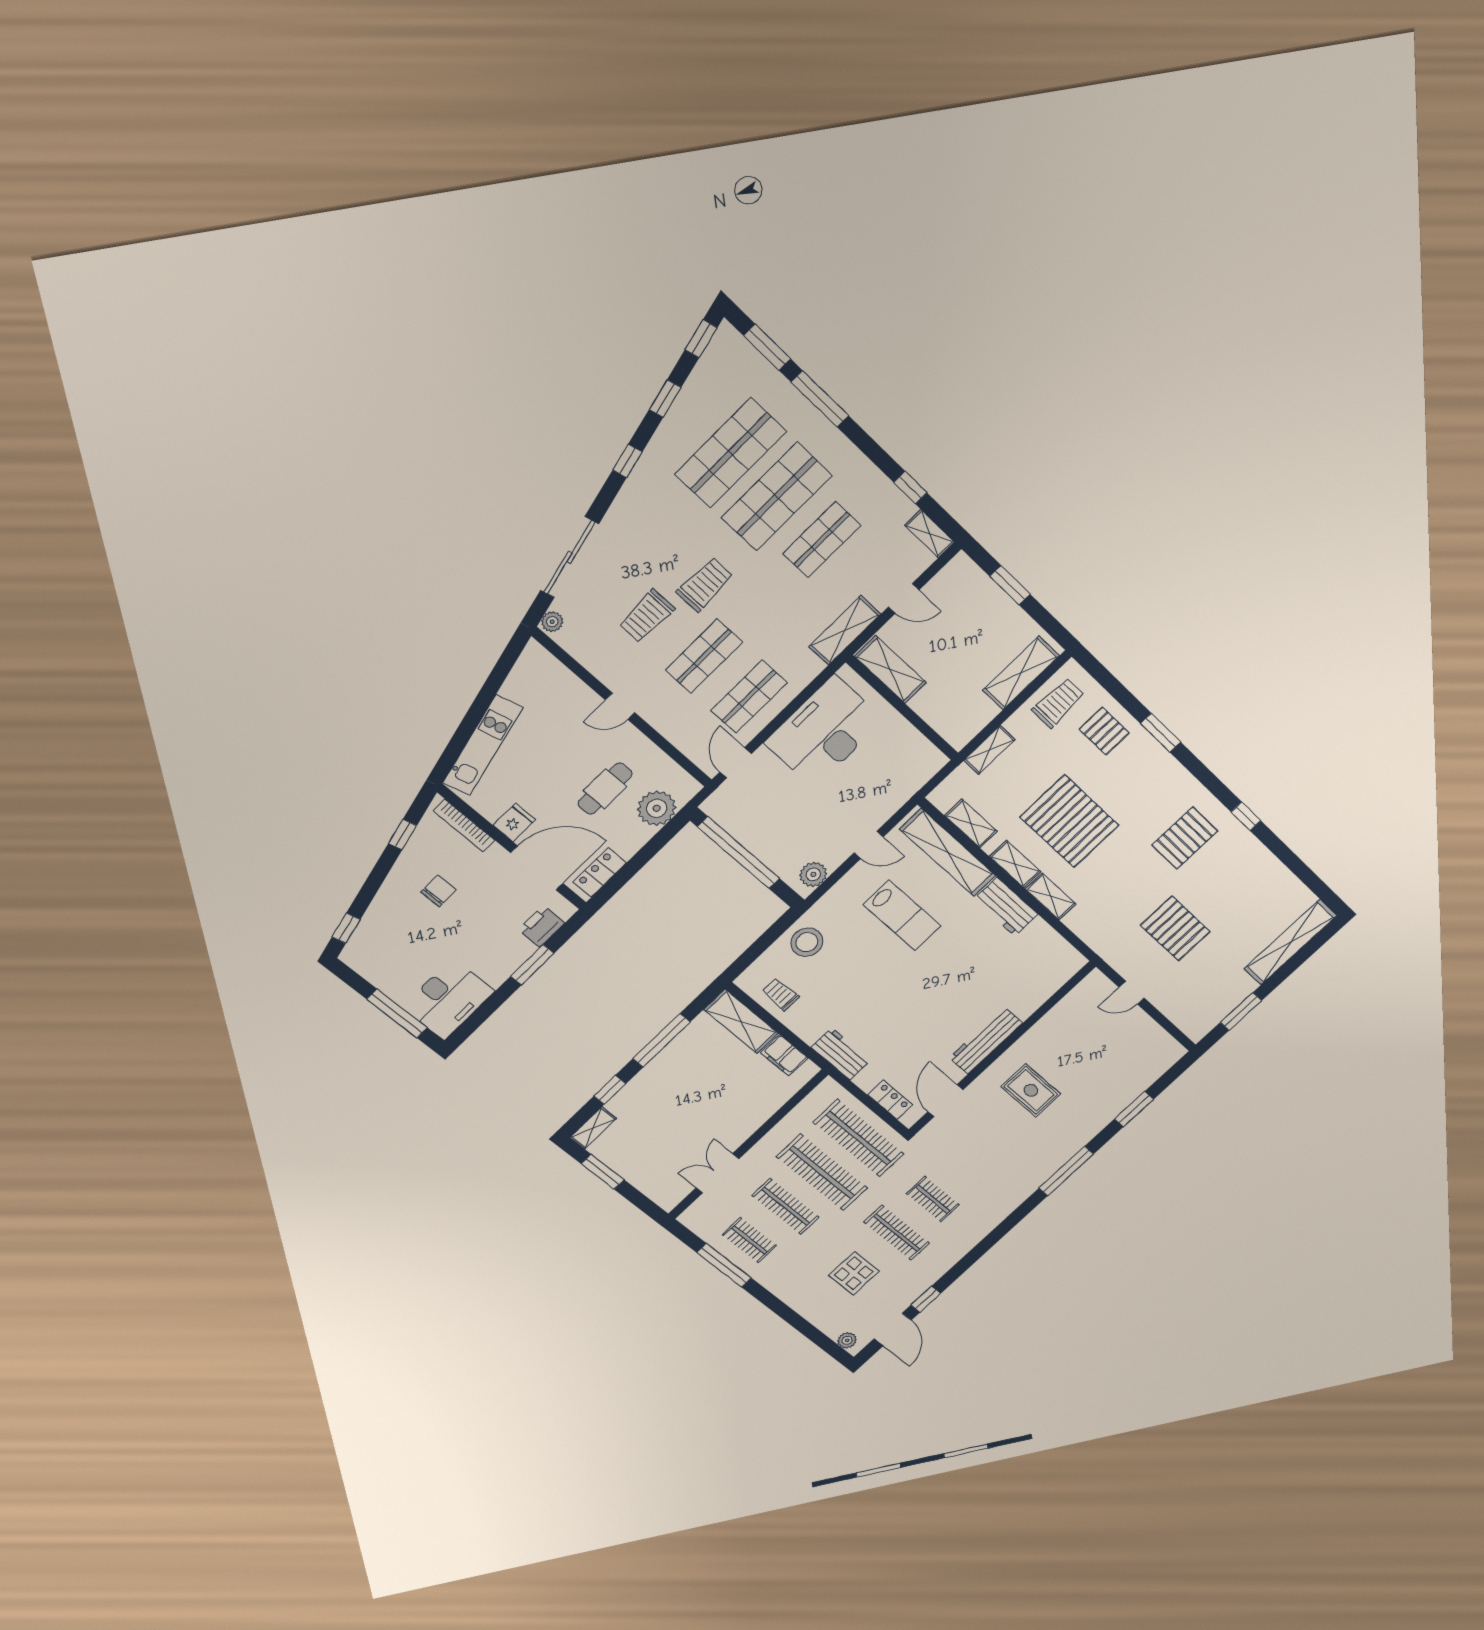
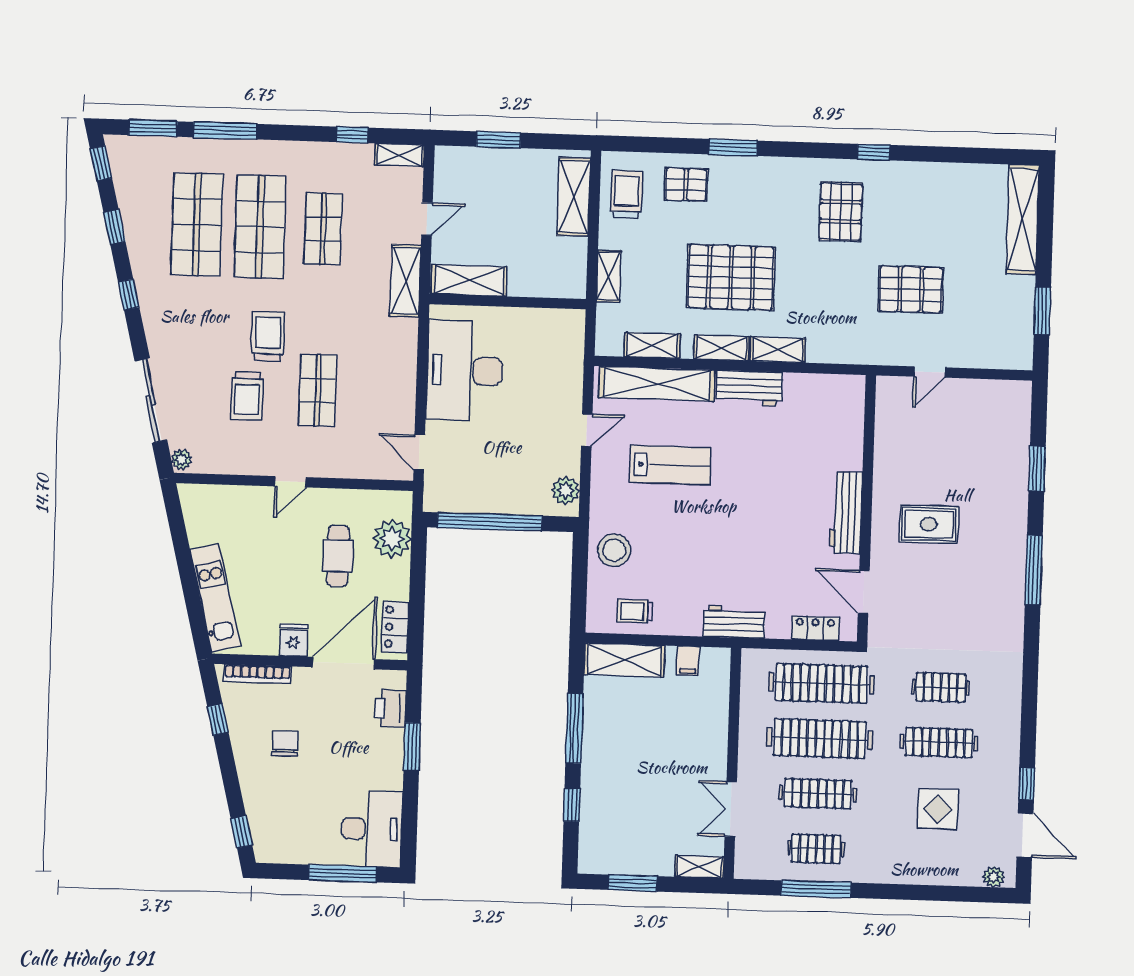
shop shelf: (749, 697) -> (381, 392), removed
filing cabinet: (784, 1055) -> (688, 661), width x0.50
shelving: (593, 1128) -> (700, 867), moved, turned 90

